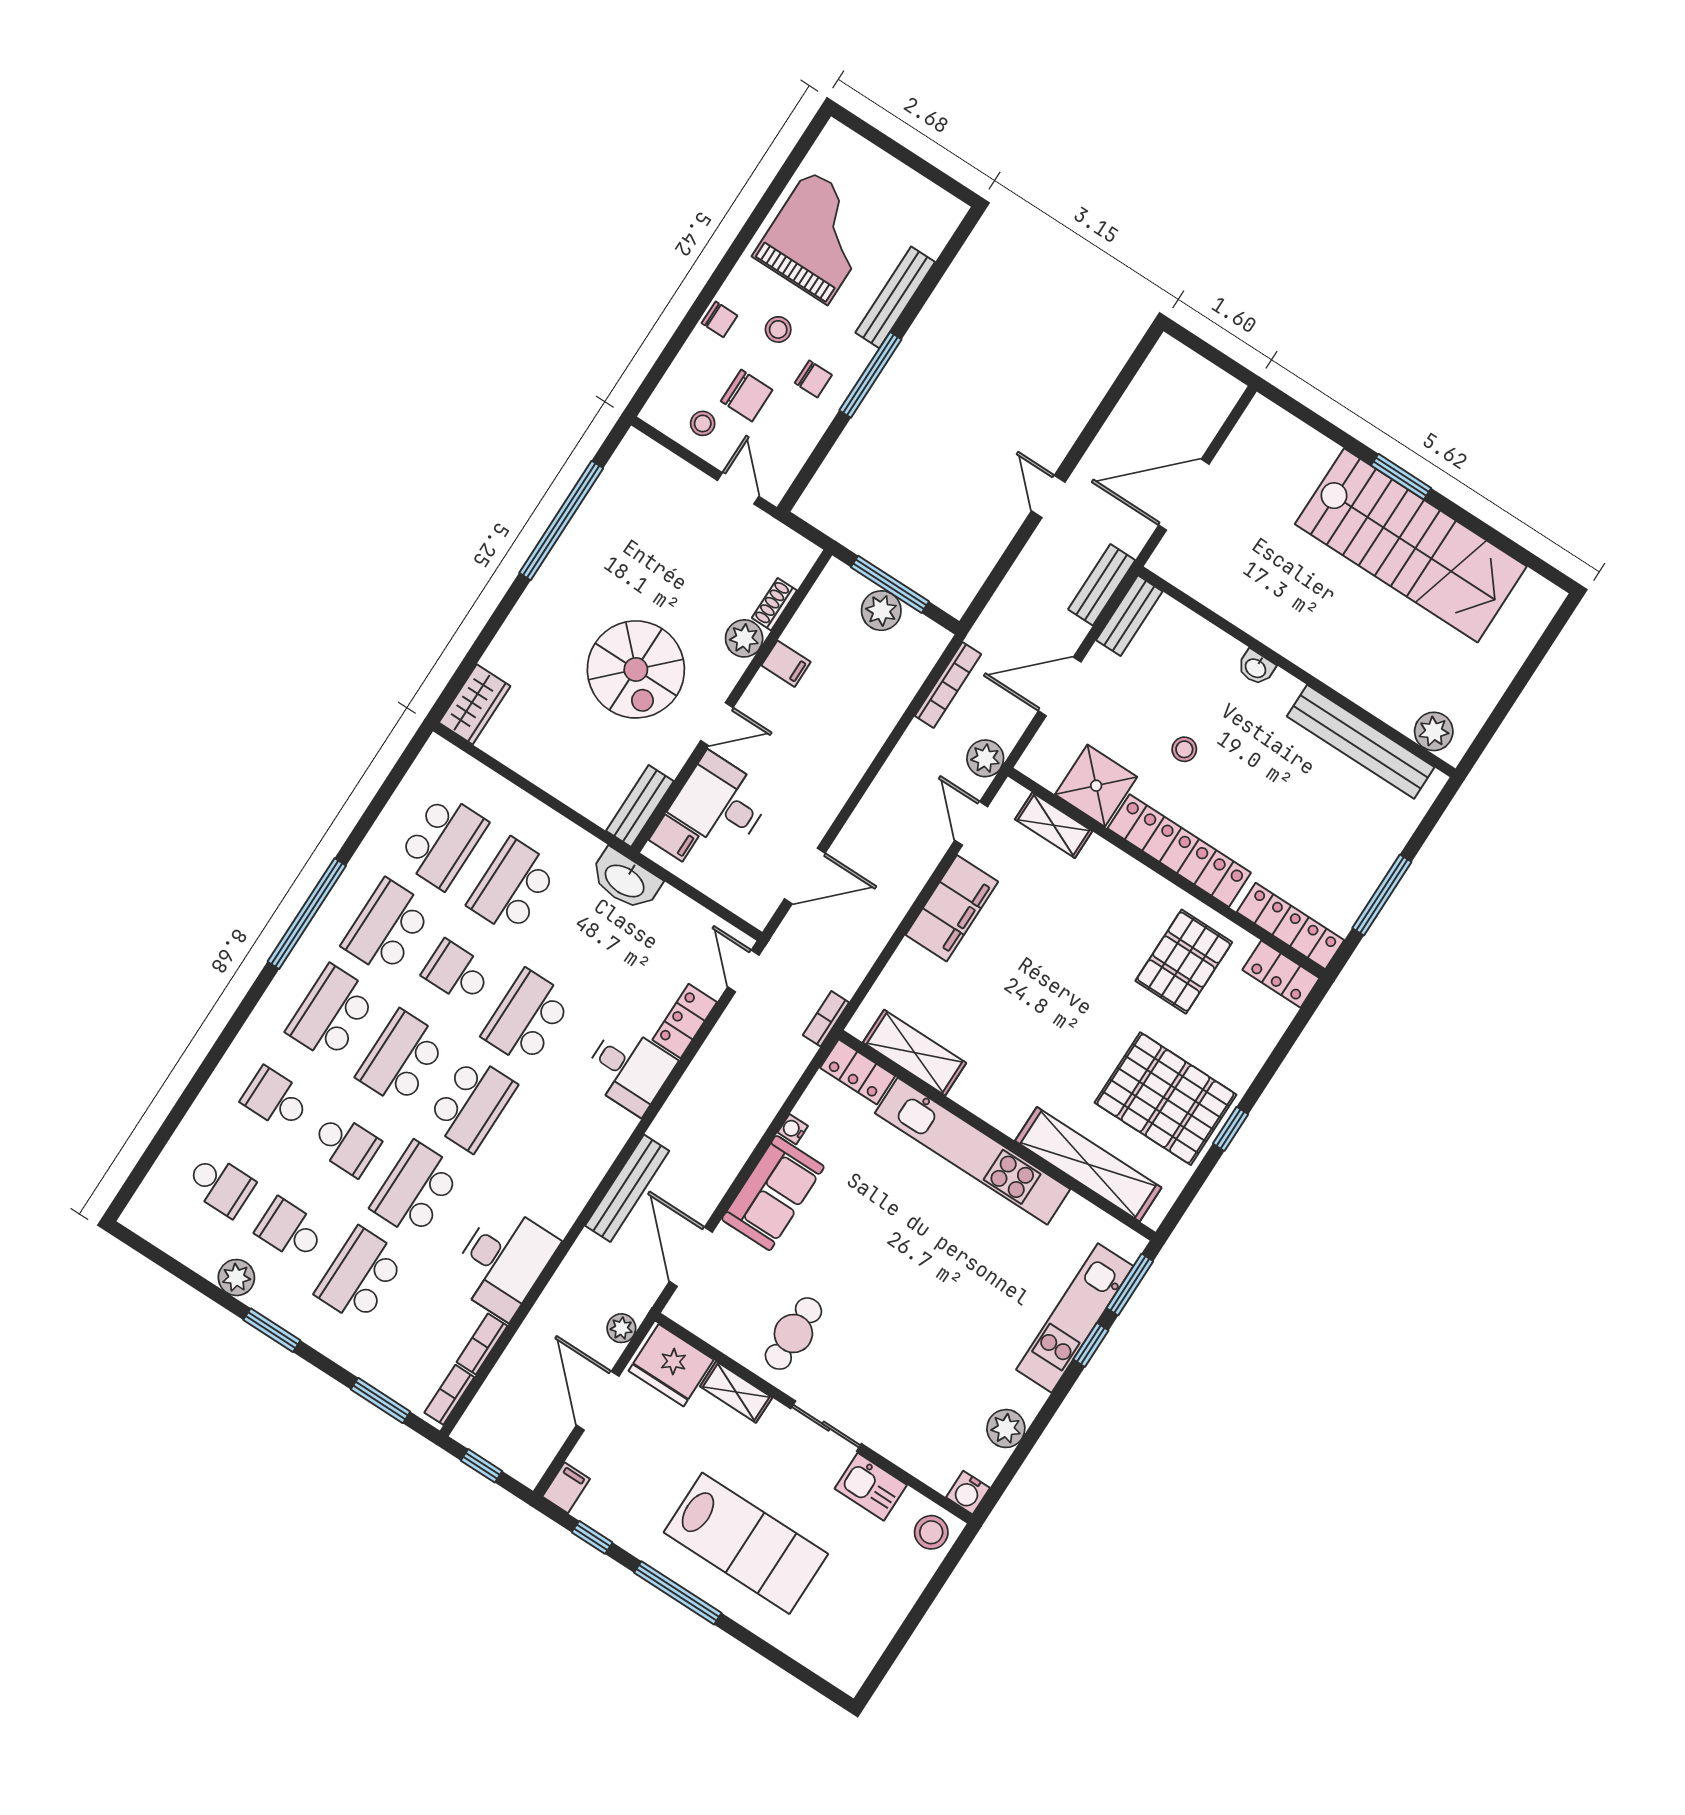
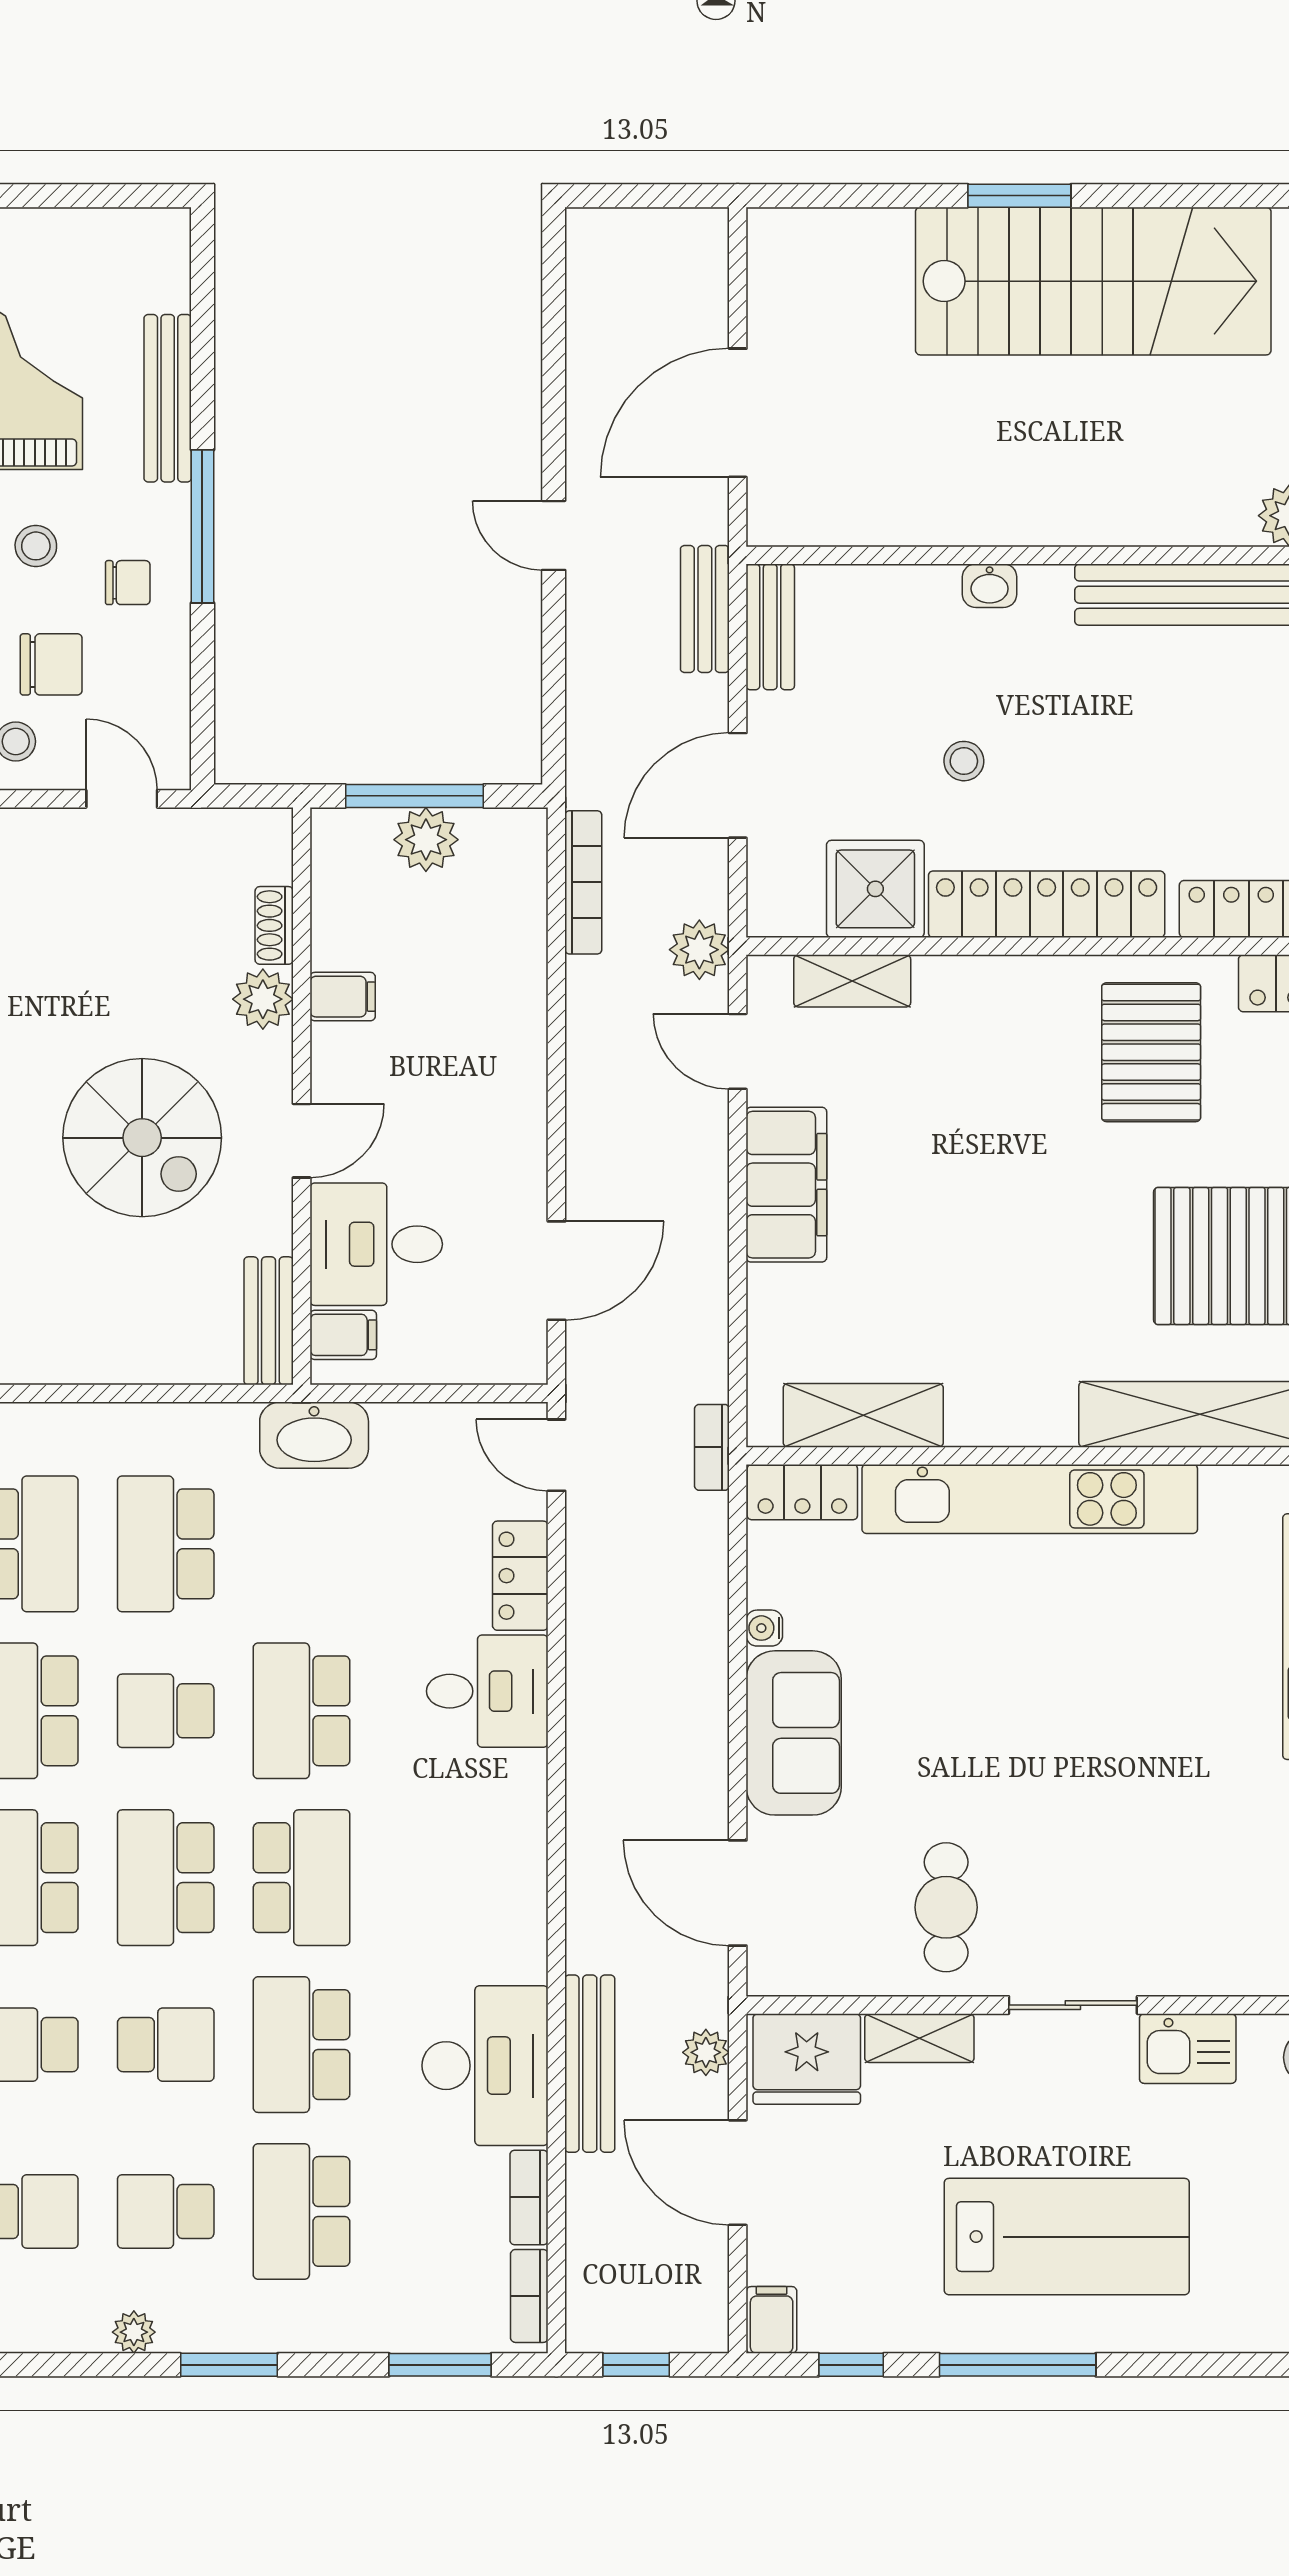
bench: (627, 1188) -> (590, 2064), moved
plant: (236, 1278) -> (134, 2332), width x0.73, depth x0.73

